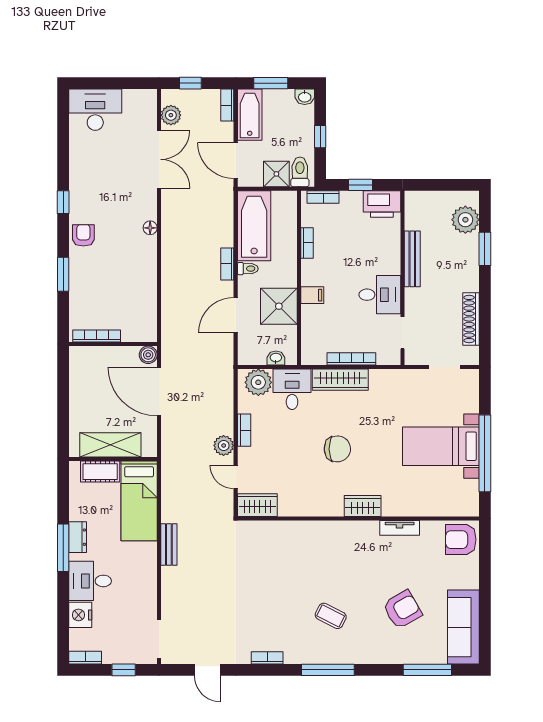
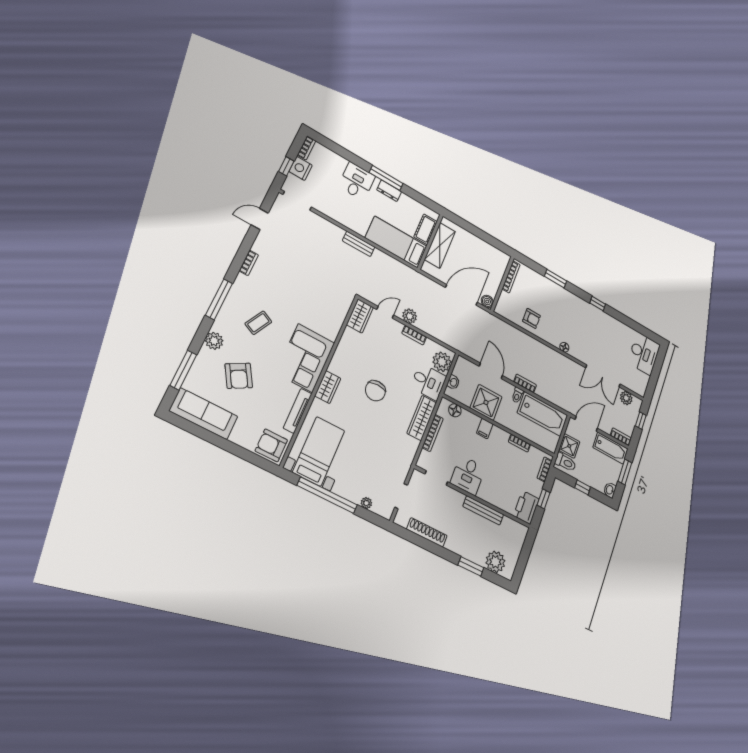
armchair: (83, 235) -> (531, 318), moved
floor lamp: (310, 342) -> (455, 410), added
plant: (472, 405) -> (366, 503), added
bed with nightstands: (441, 446) -> (319, 451), moved
tv unit: (400, 528) -> (298, 411), width x1.41
armchair: (461, 540) -> (271, 445), turned -90
corner sofa: (342, 546) -> (305, 358), added
nightstand: (80, 615) -> (301, 168), moved, turned -90
plant: (378, 653) -> (214, 341), added

